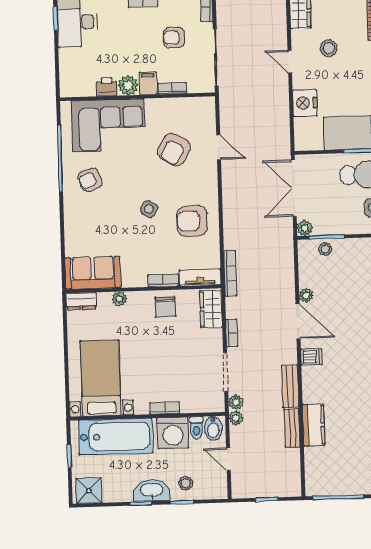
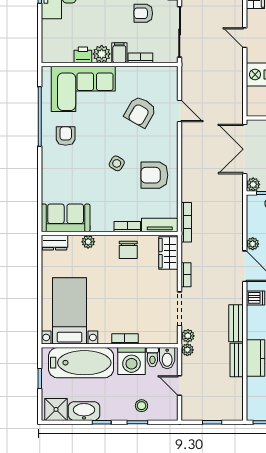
armchair: (90, 180) -> (66, 136), turned 110
washbasin: (152, 490) -> (84, 411), moved

